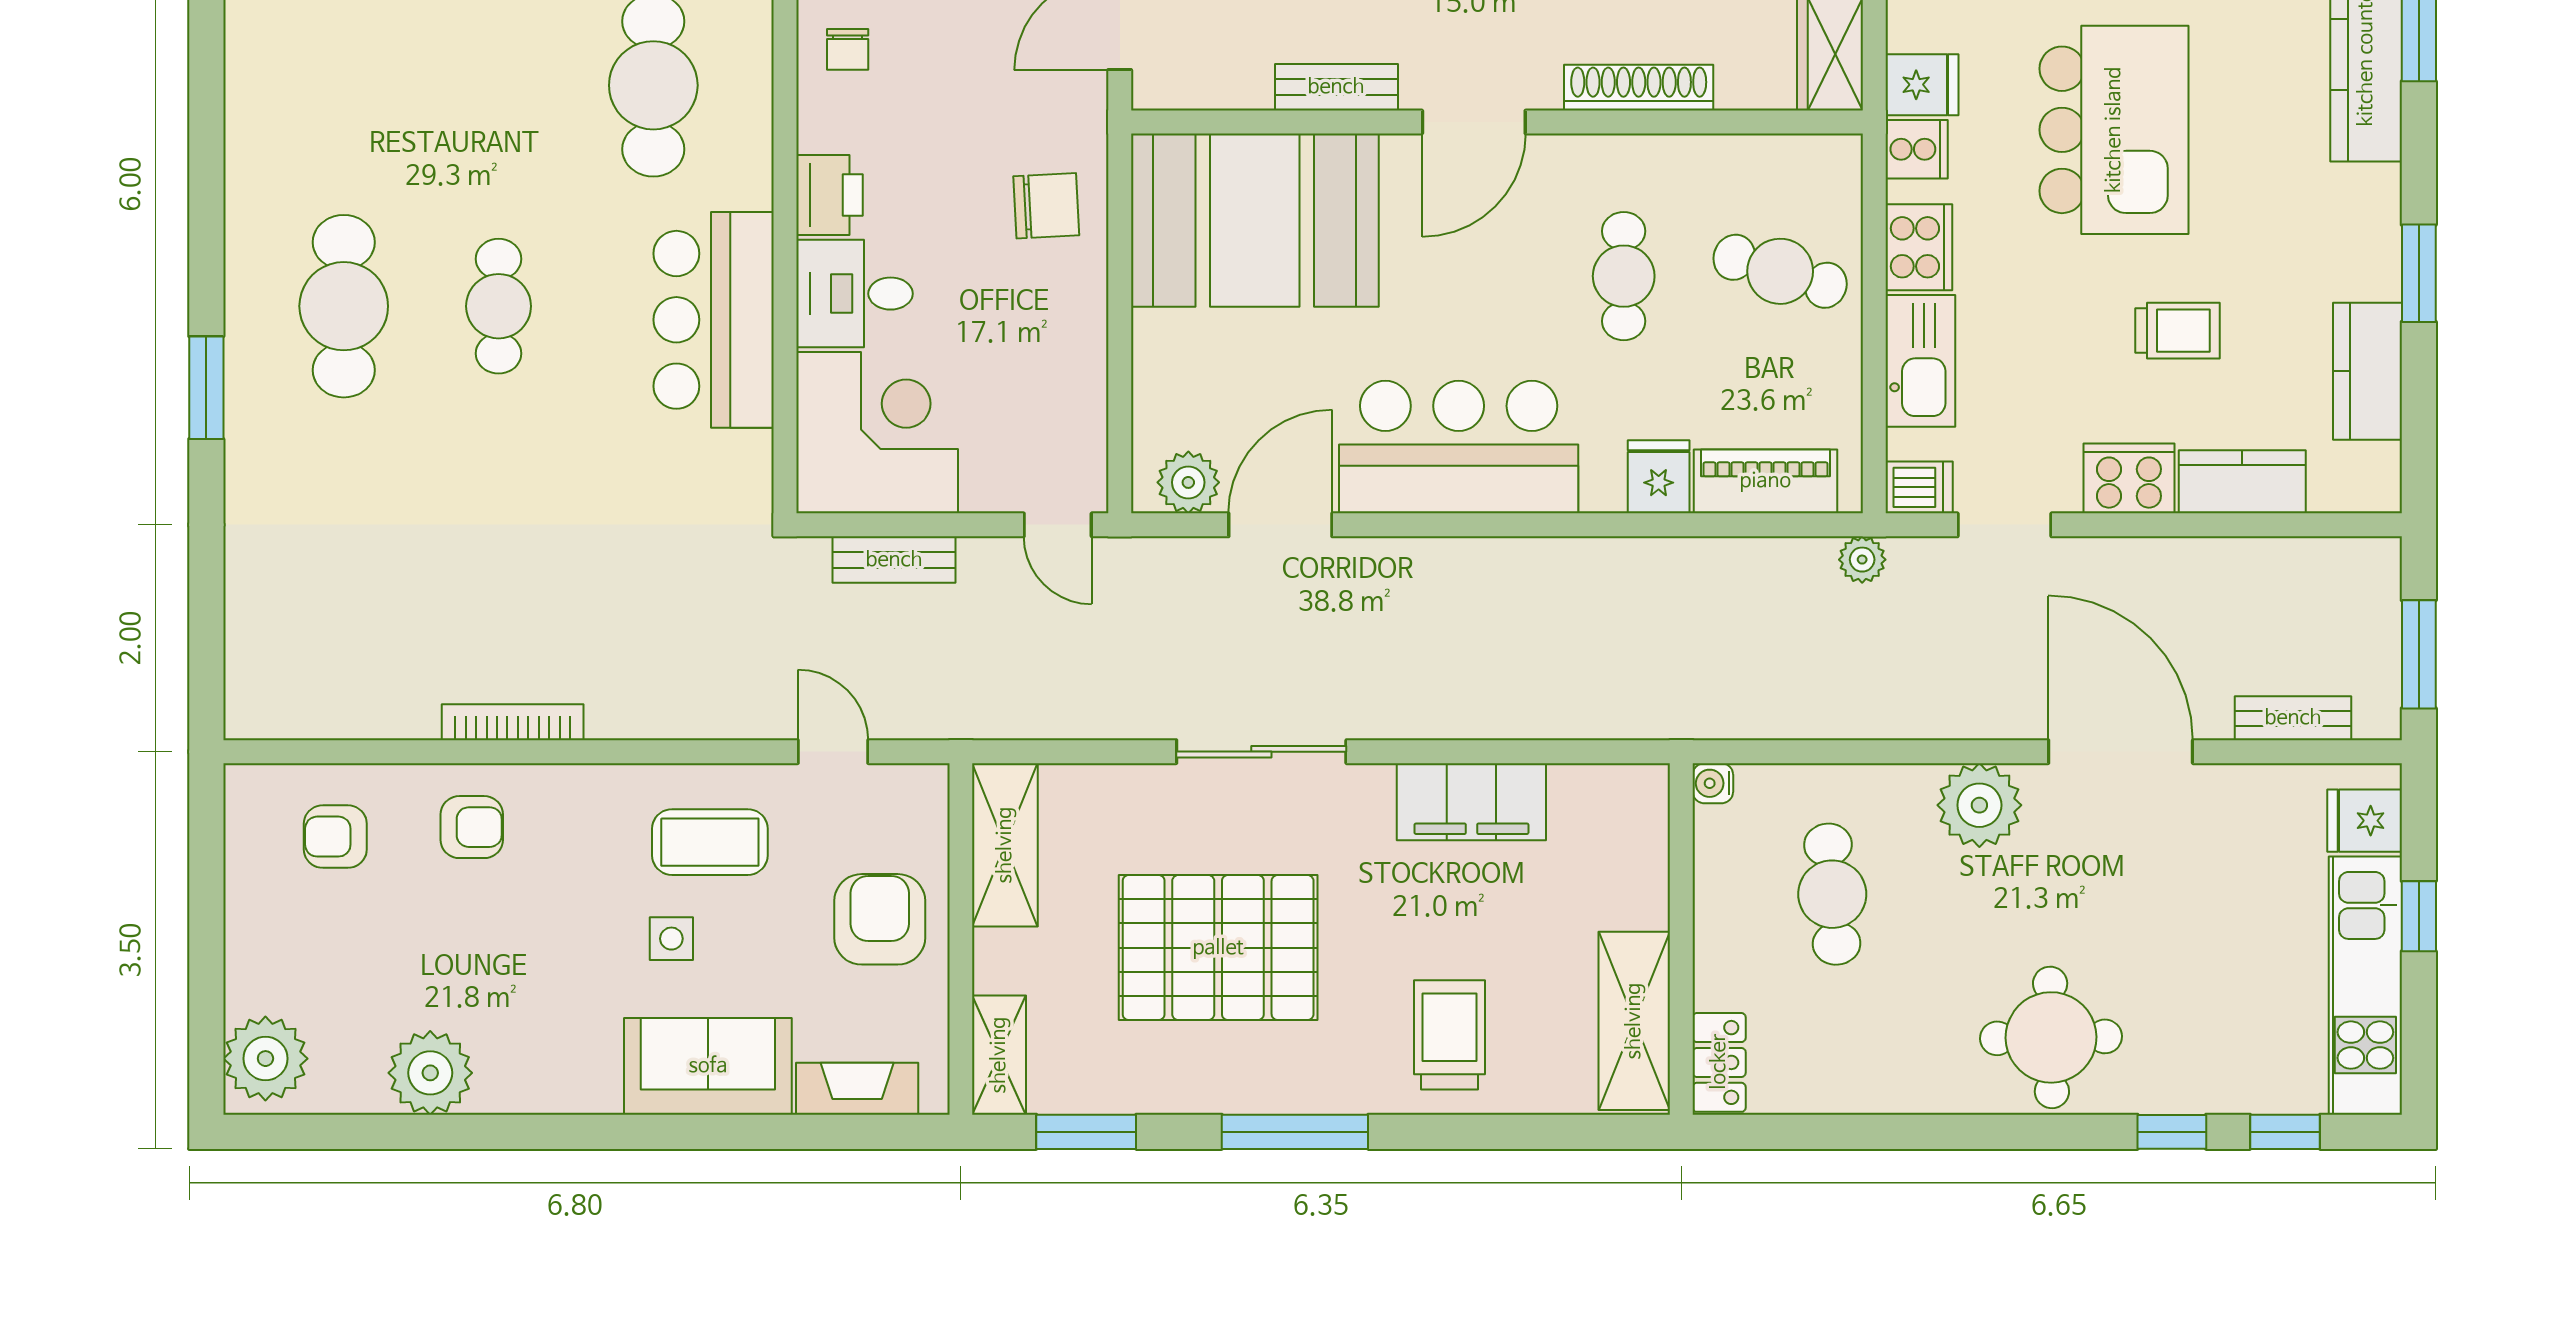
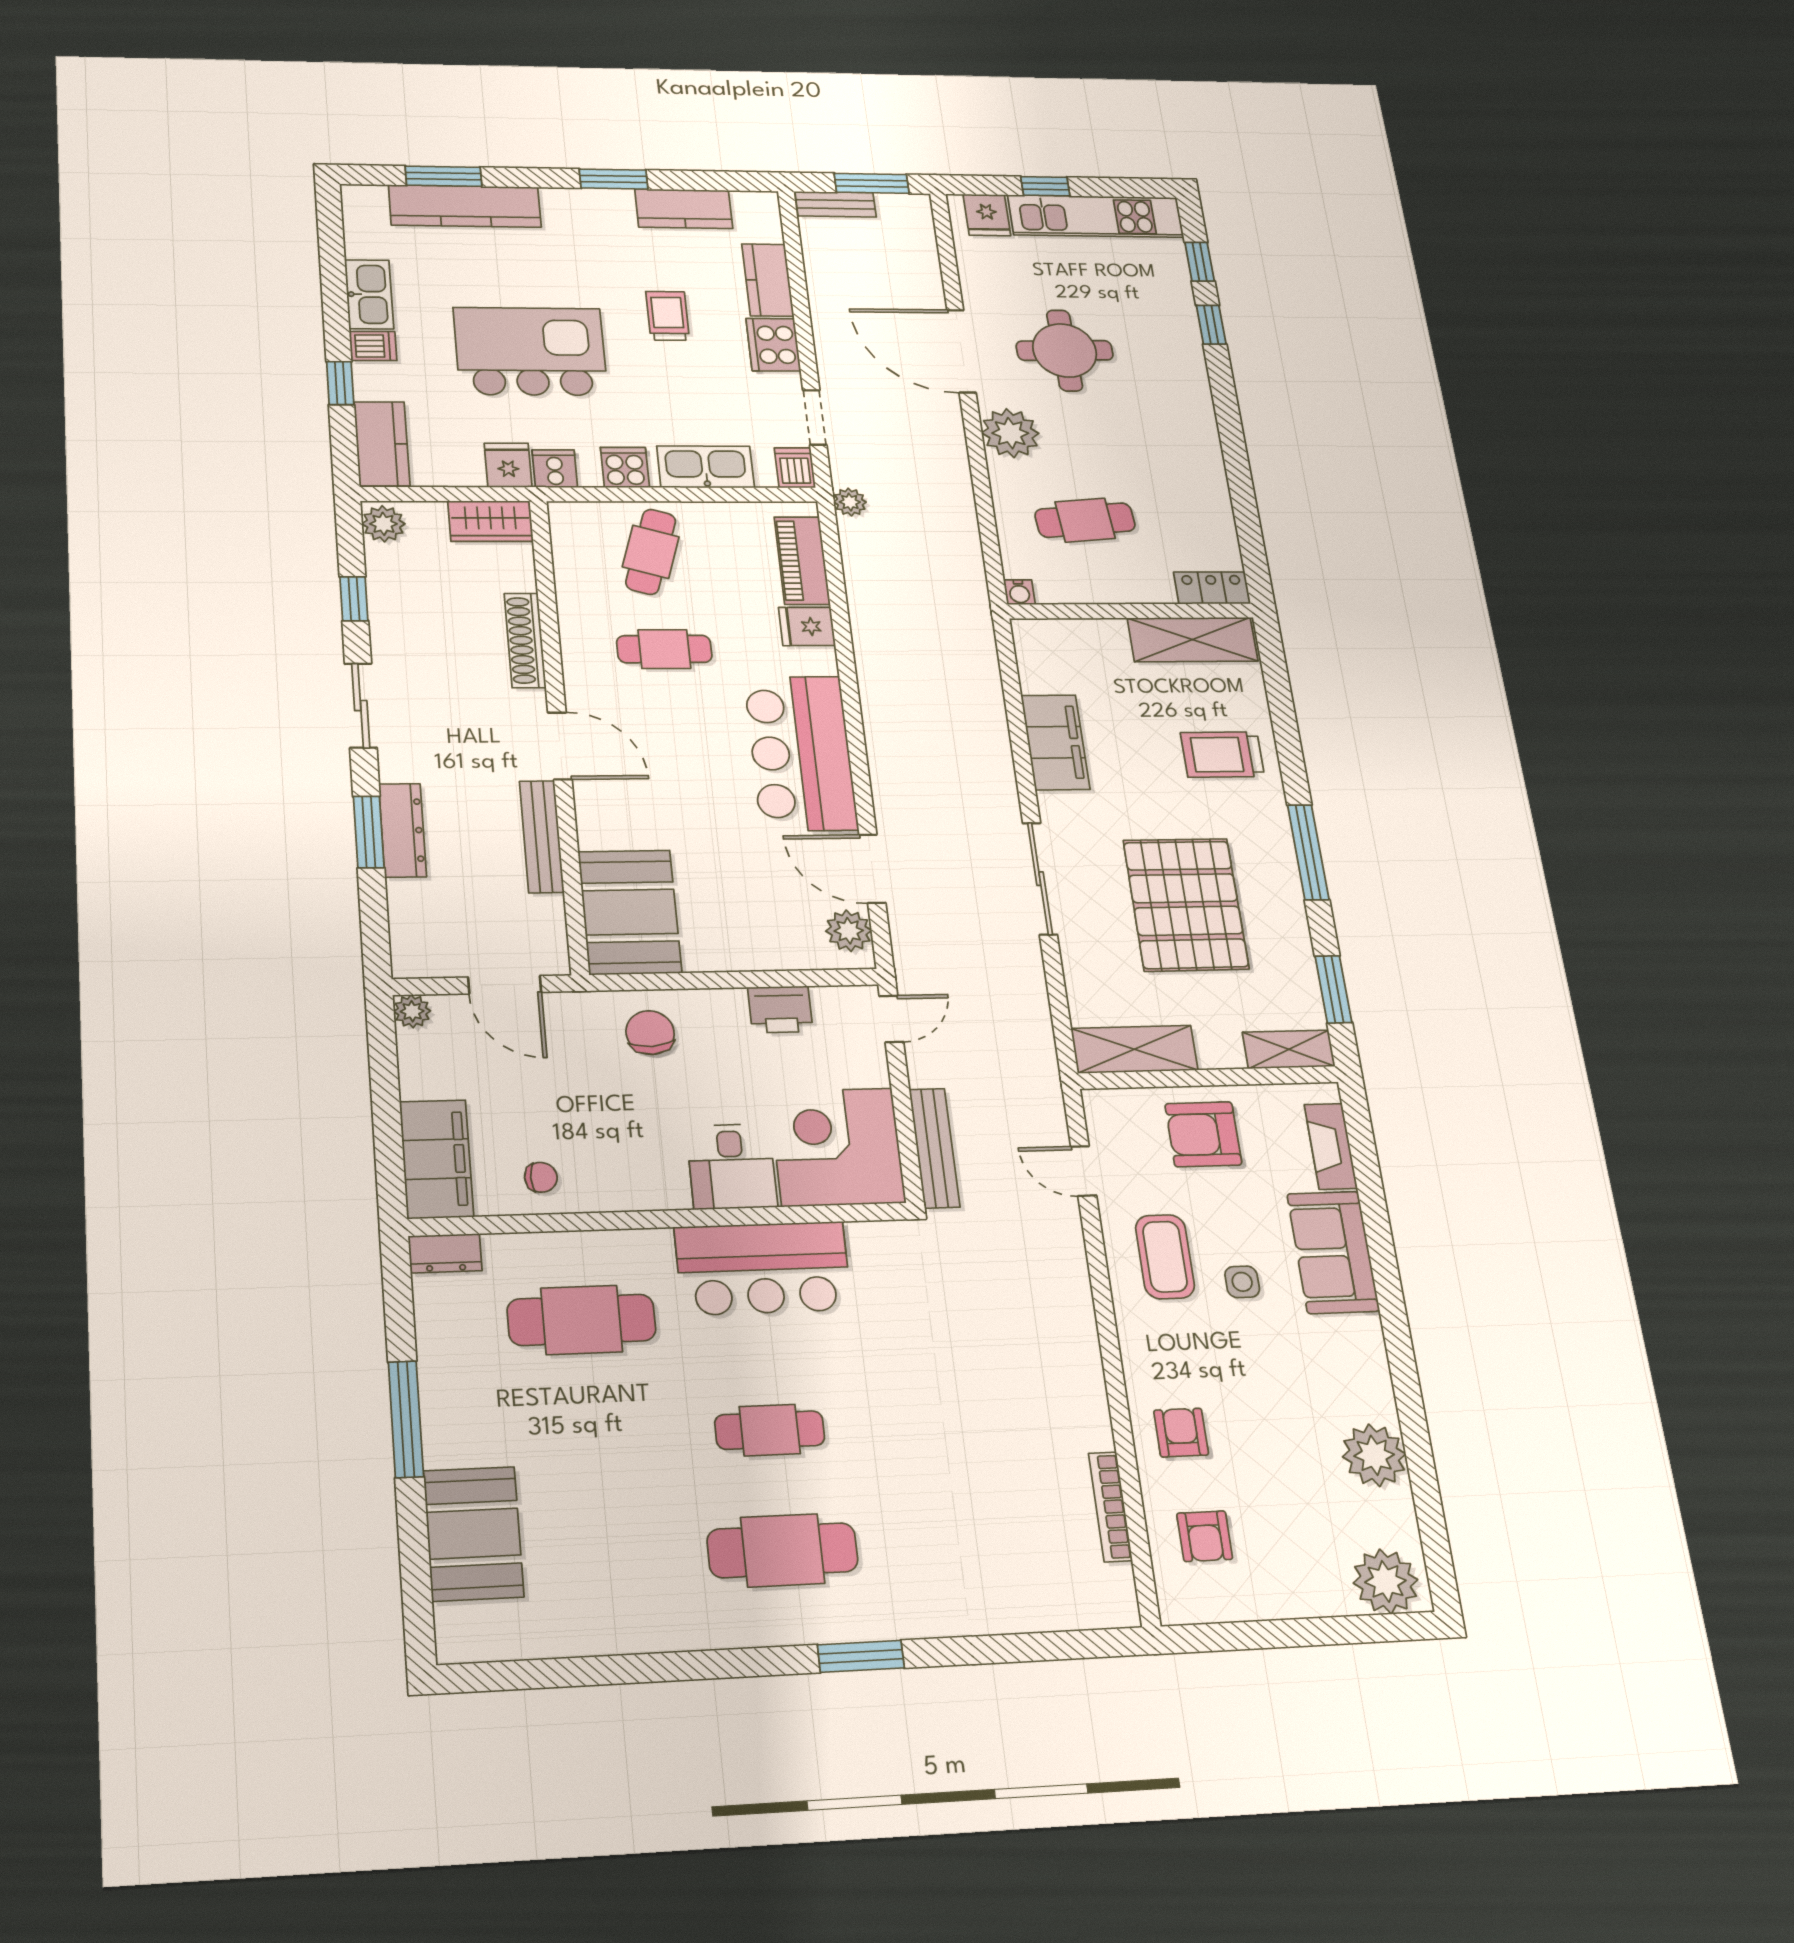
bench: (1336, 87) -> (542, 837), width x1.36
printer: (830, 195) -> (780, 1009), moved, turned 180
booth: (1255, 220) -> (630, 912), width x0.73, depth x0.70
cooker: (1919, 247) -> (625, 467), width x0.73
bench: (894, 560) -> (934, 1148), width x1.36
bench: (2293, 718) -> (836, 204), moved, turned 90
bookcase: (513, 722) -> (1110, 1507), moved
door: (833, 752) -> (1083, 1171), hinge flipped
door: (2121, 752) -> (961, 351), hinge flipped
round table: (2051, 1037) -> (1065, 350), moved

